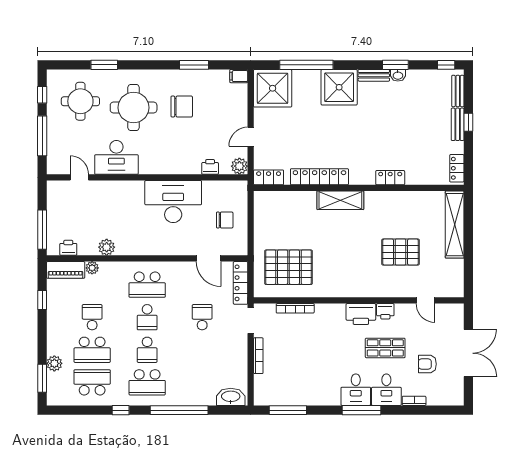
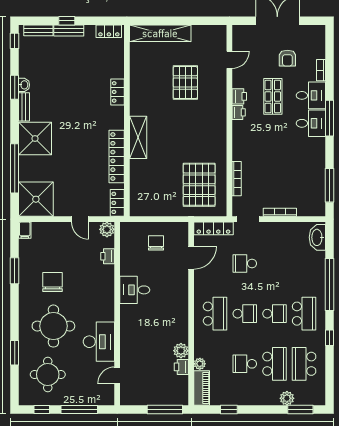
desk: (173, 202) -> (135, 290), width x0.53, depth x0.77
printer: (68, 248) -> (181, 367), moved
printer: (361, 314) -> (239, 112), width x0.53, depth x0.68

